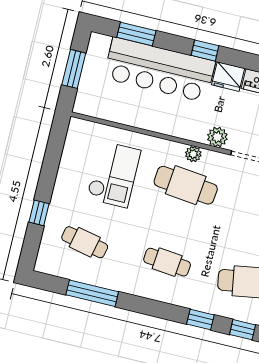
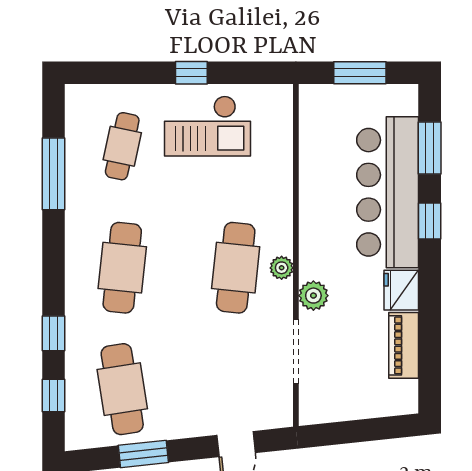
window: (205, 51) -> (430, 221), moved
checkout: (114, 174) -> (208, 126), moved
window: (39, 213) -> (191, 73), moved
cafe table: (167, 262) -> (122, 268), width x1.37, depth x1.35

